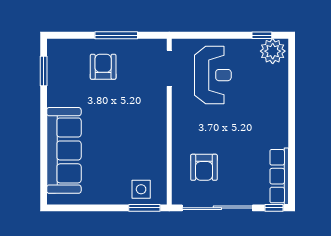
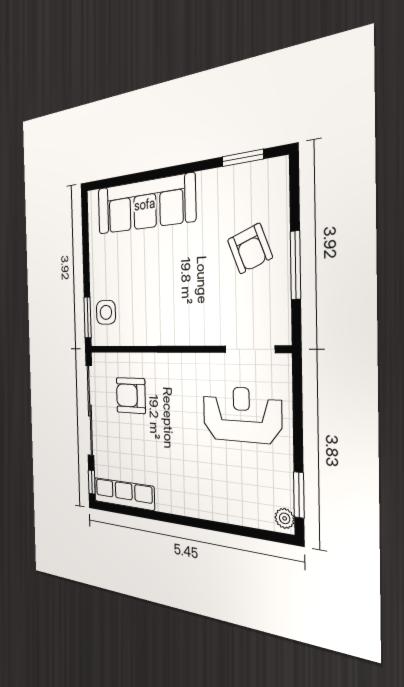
window: (262, 35) -> (299, 495), width x1.50
plant: (273, 51) -> (285, 518), width x0.53, depth x0.53
armchair: (103, 67) -> (250, 249), turned 69
reception desk: (213, 75) -> (242, 415), turned 180

